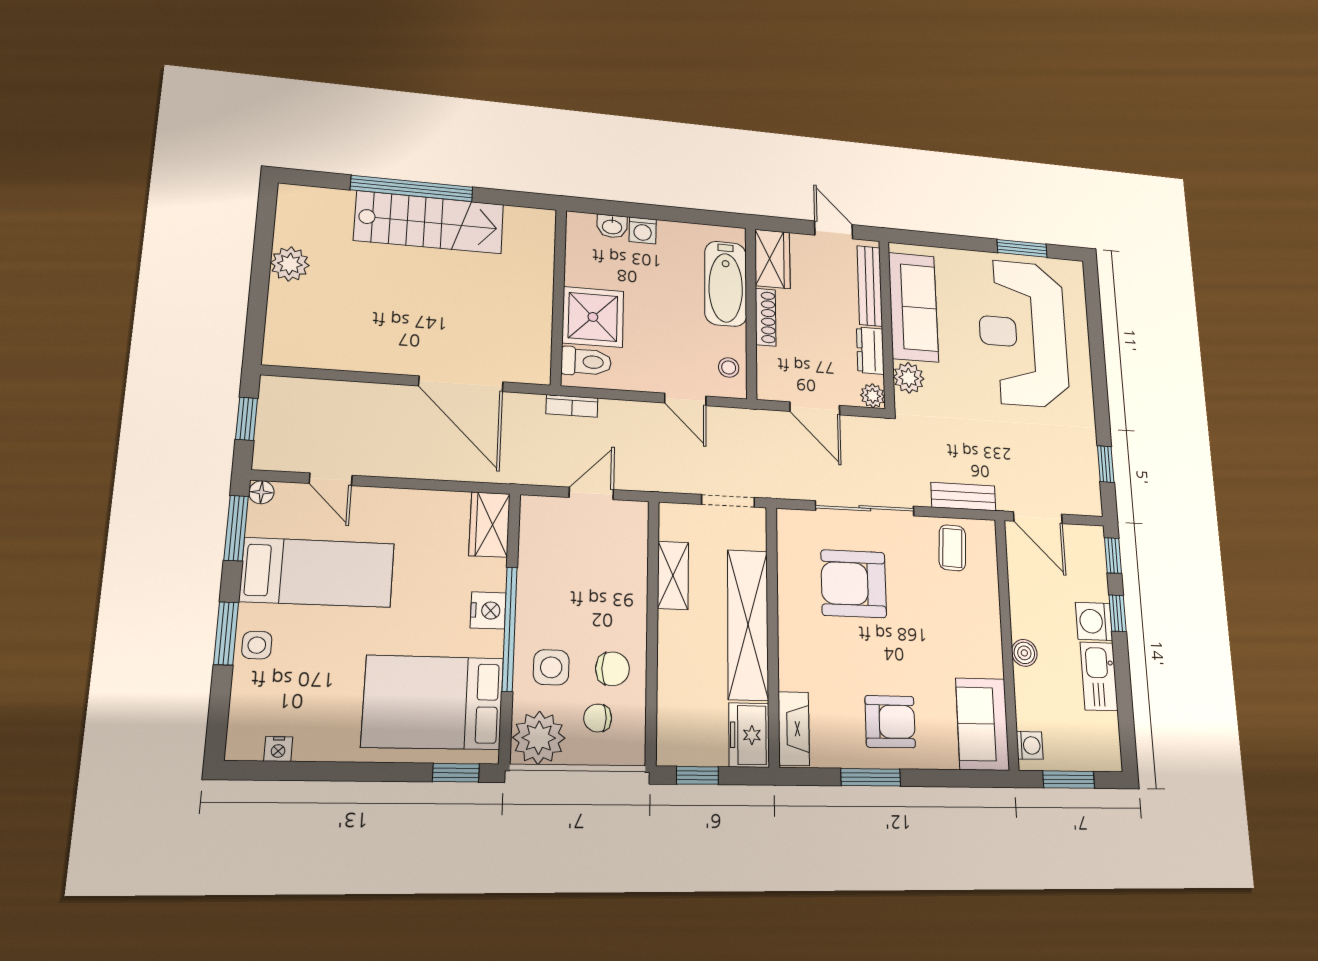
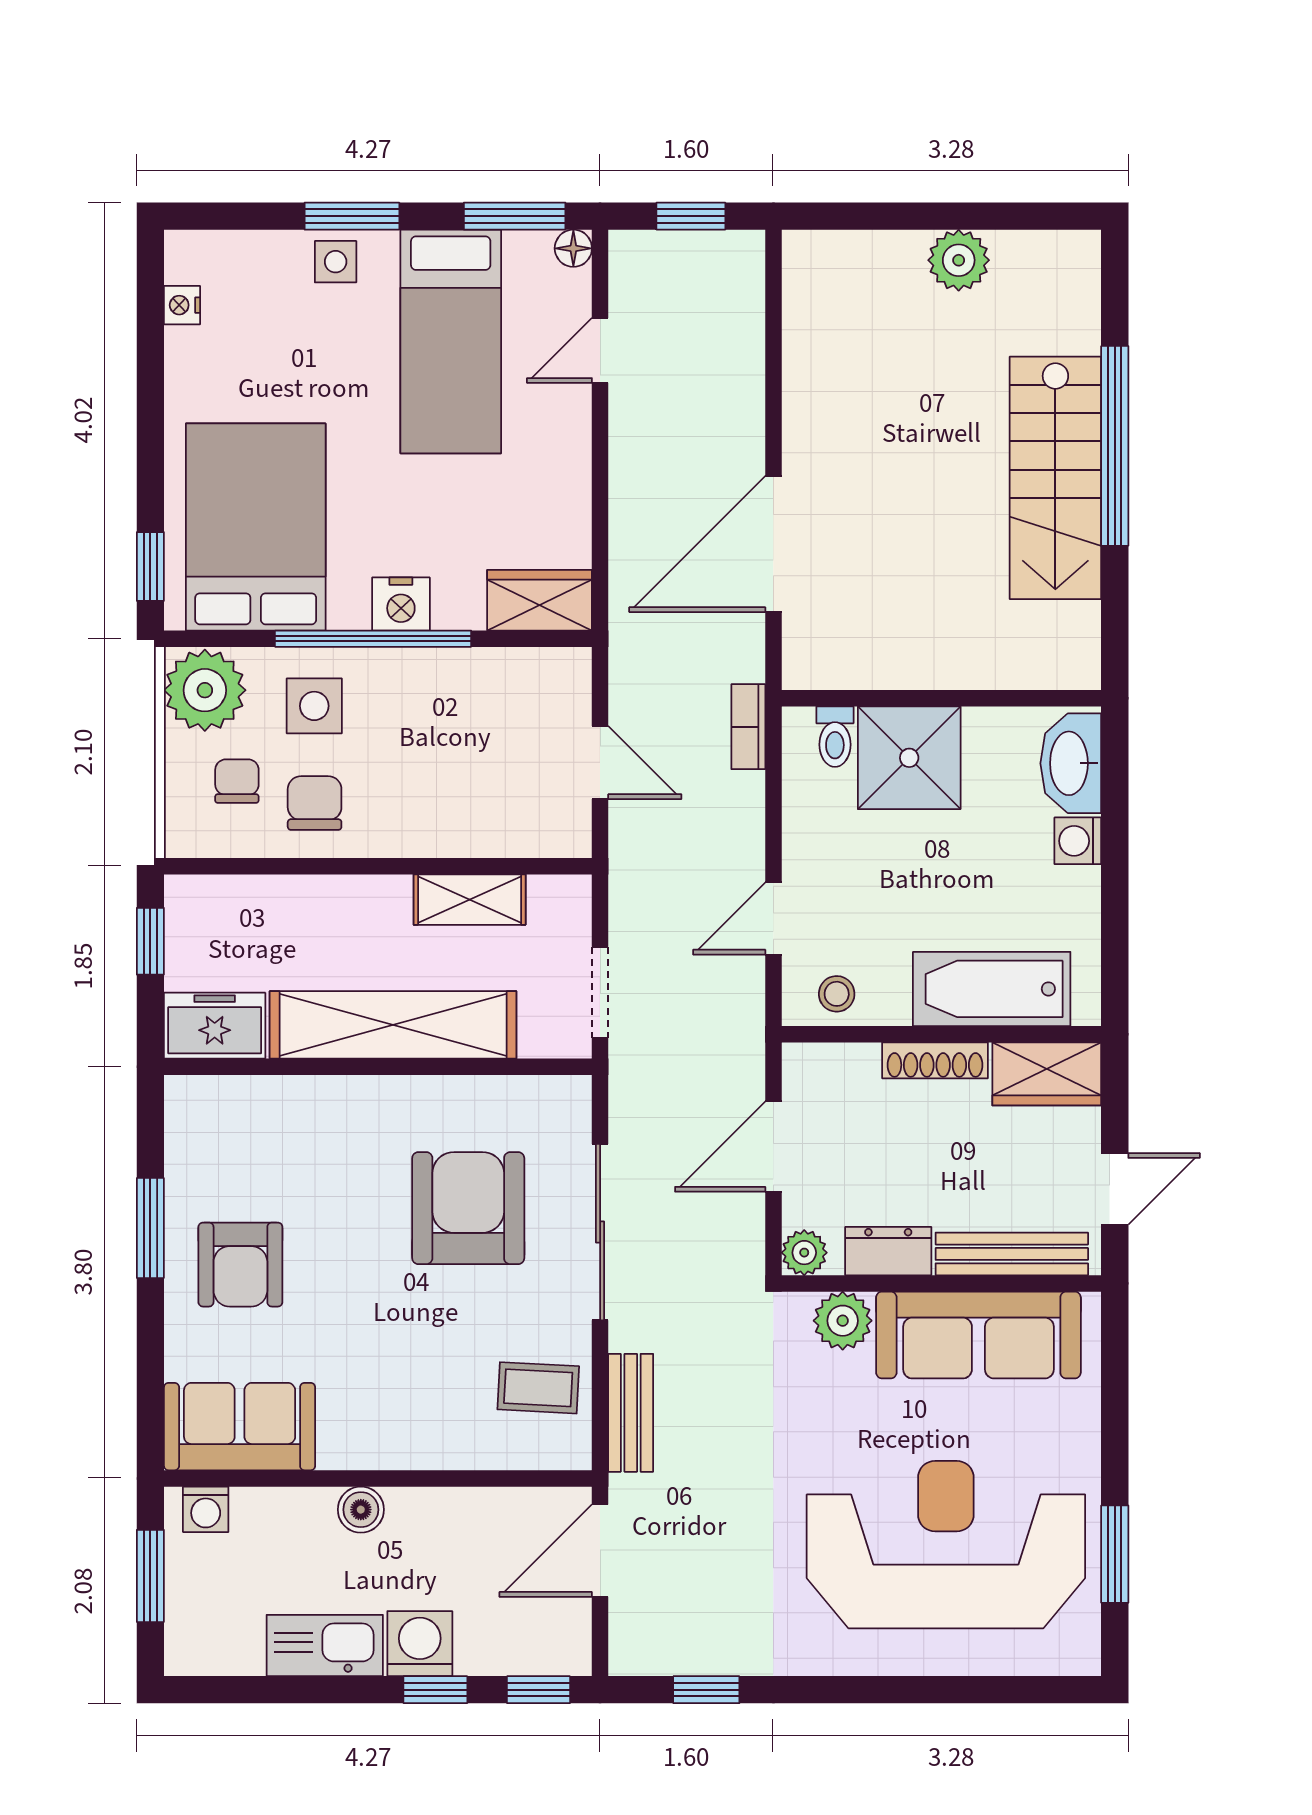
washbasin: (612, 226) -> (1071, 763), width x1.91, depth x1.45
toilet: (586, 362) -> (835, 737), width x0.73, depth x0.72
chair: (612, 669) -> (315, 803), turned 180
fireplace: (794, 729) -> (226, 1100), removed

